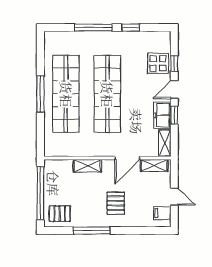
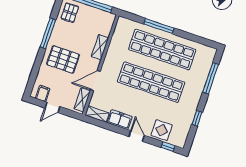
window: (93, 28) -> (211, 78), moved
window: (174, 63) -> (168, 147), moved
window: (40, 94) -> (159, 26), moved
window: (174, 115) -> (117, 129), removed
door: (127, 158) -> (95, 81), hinge flipped
pallet: (116, 203) -> (63, 59), width x1.50, depth x1.42

